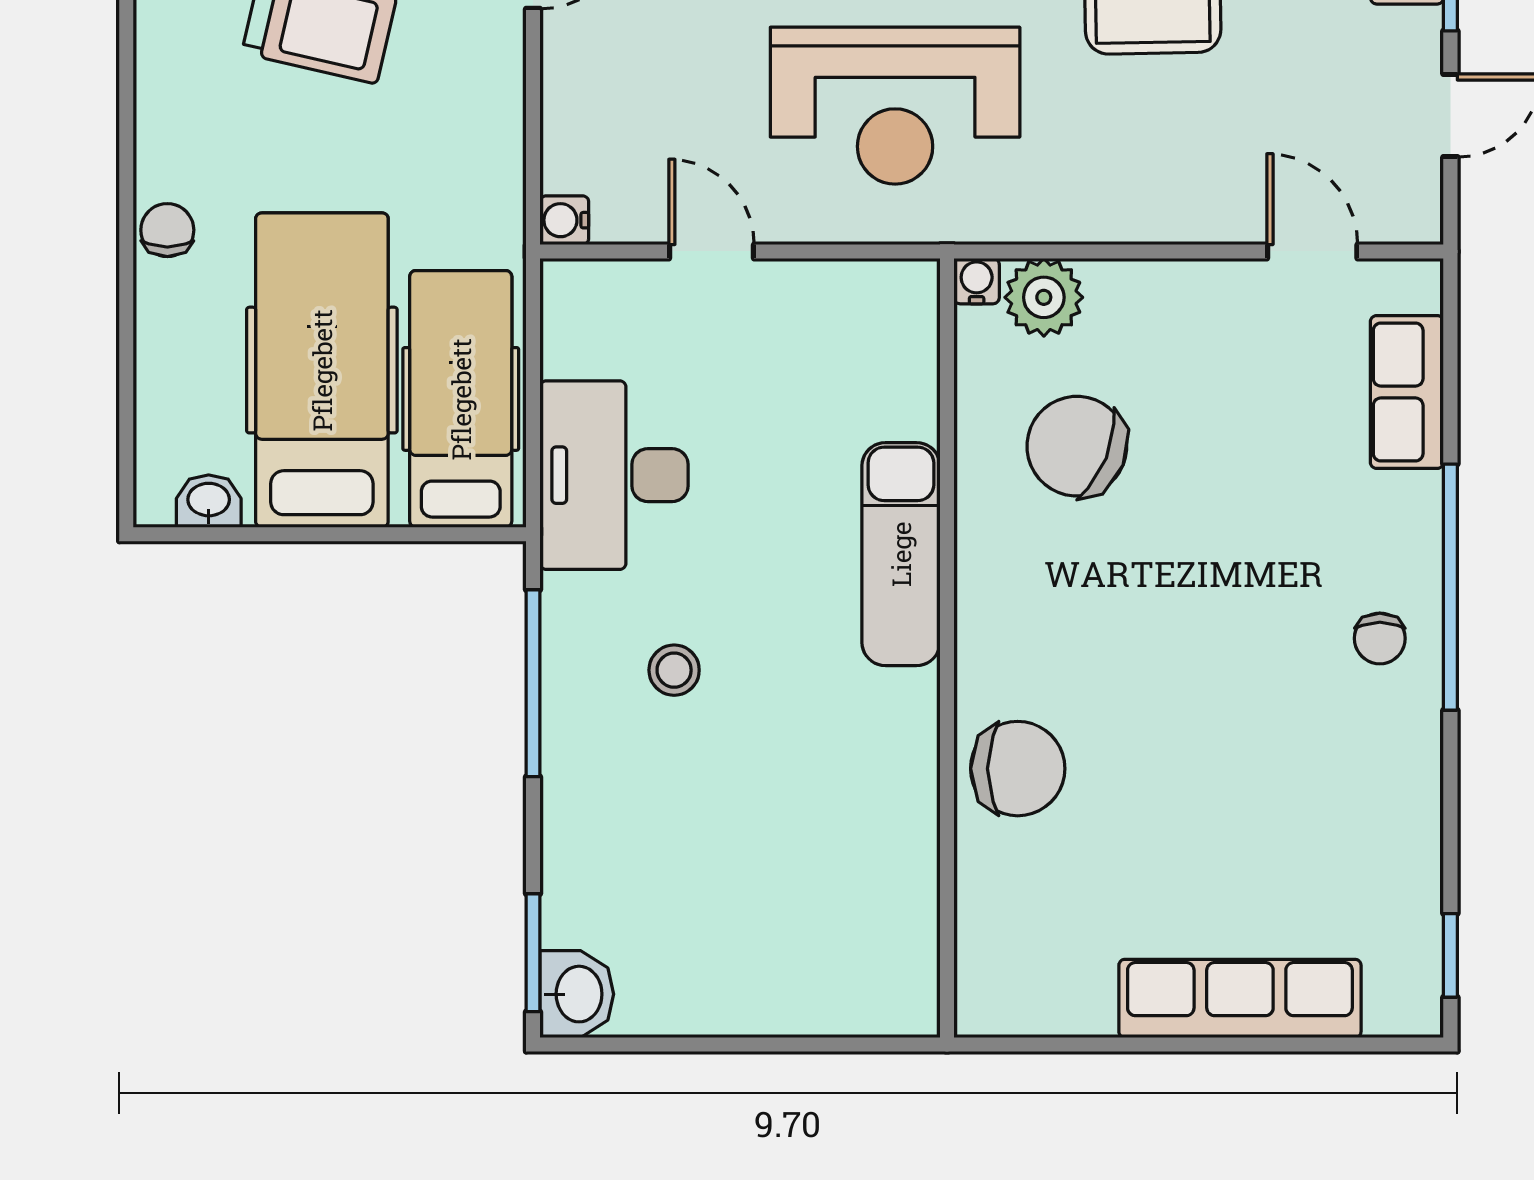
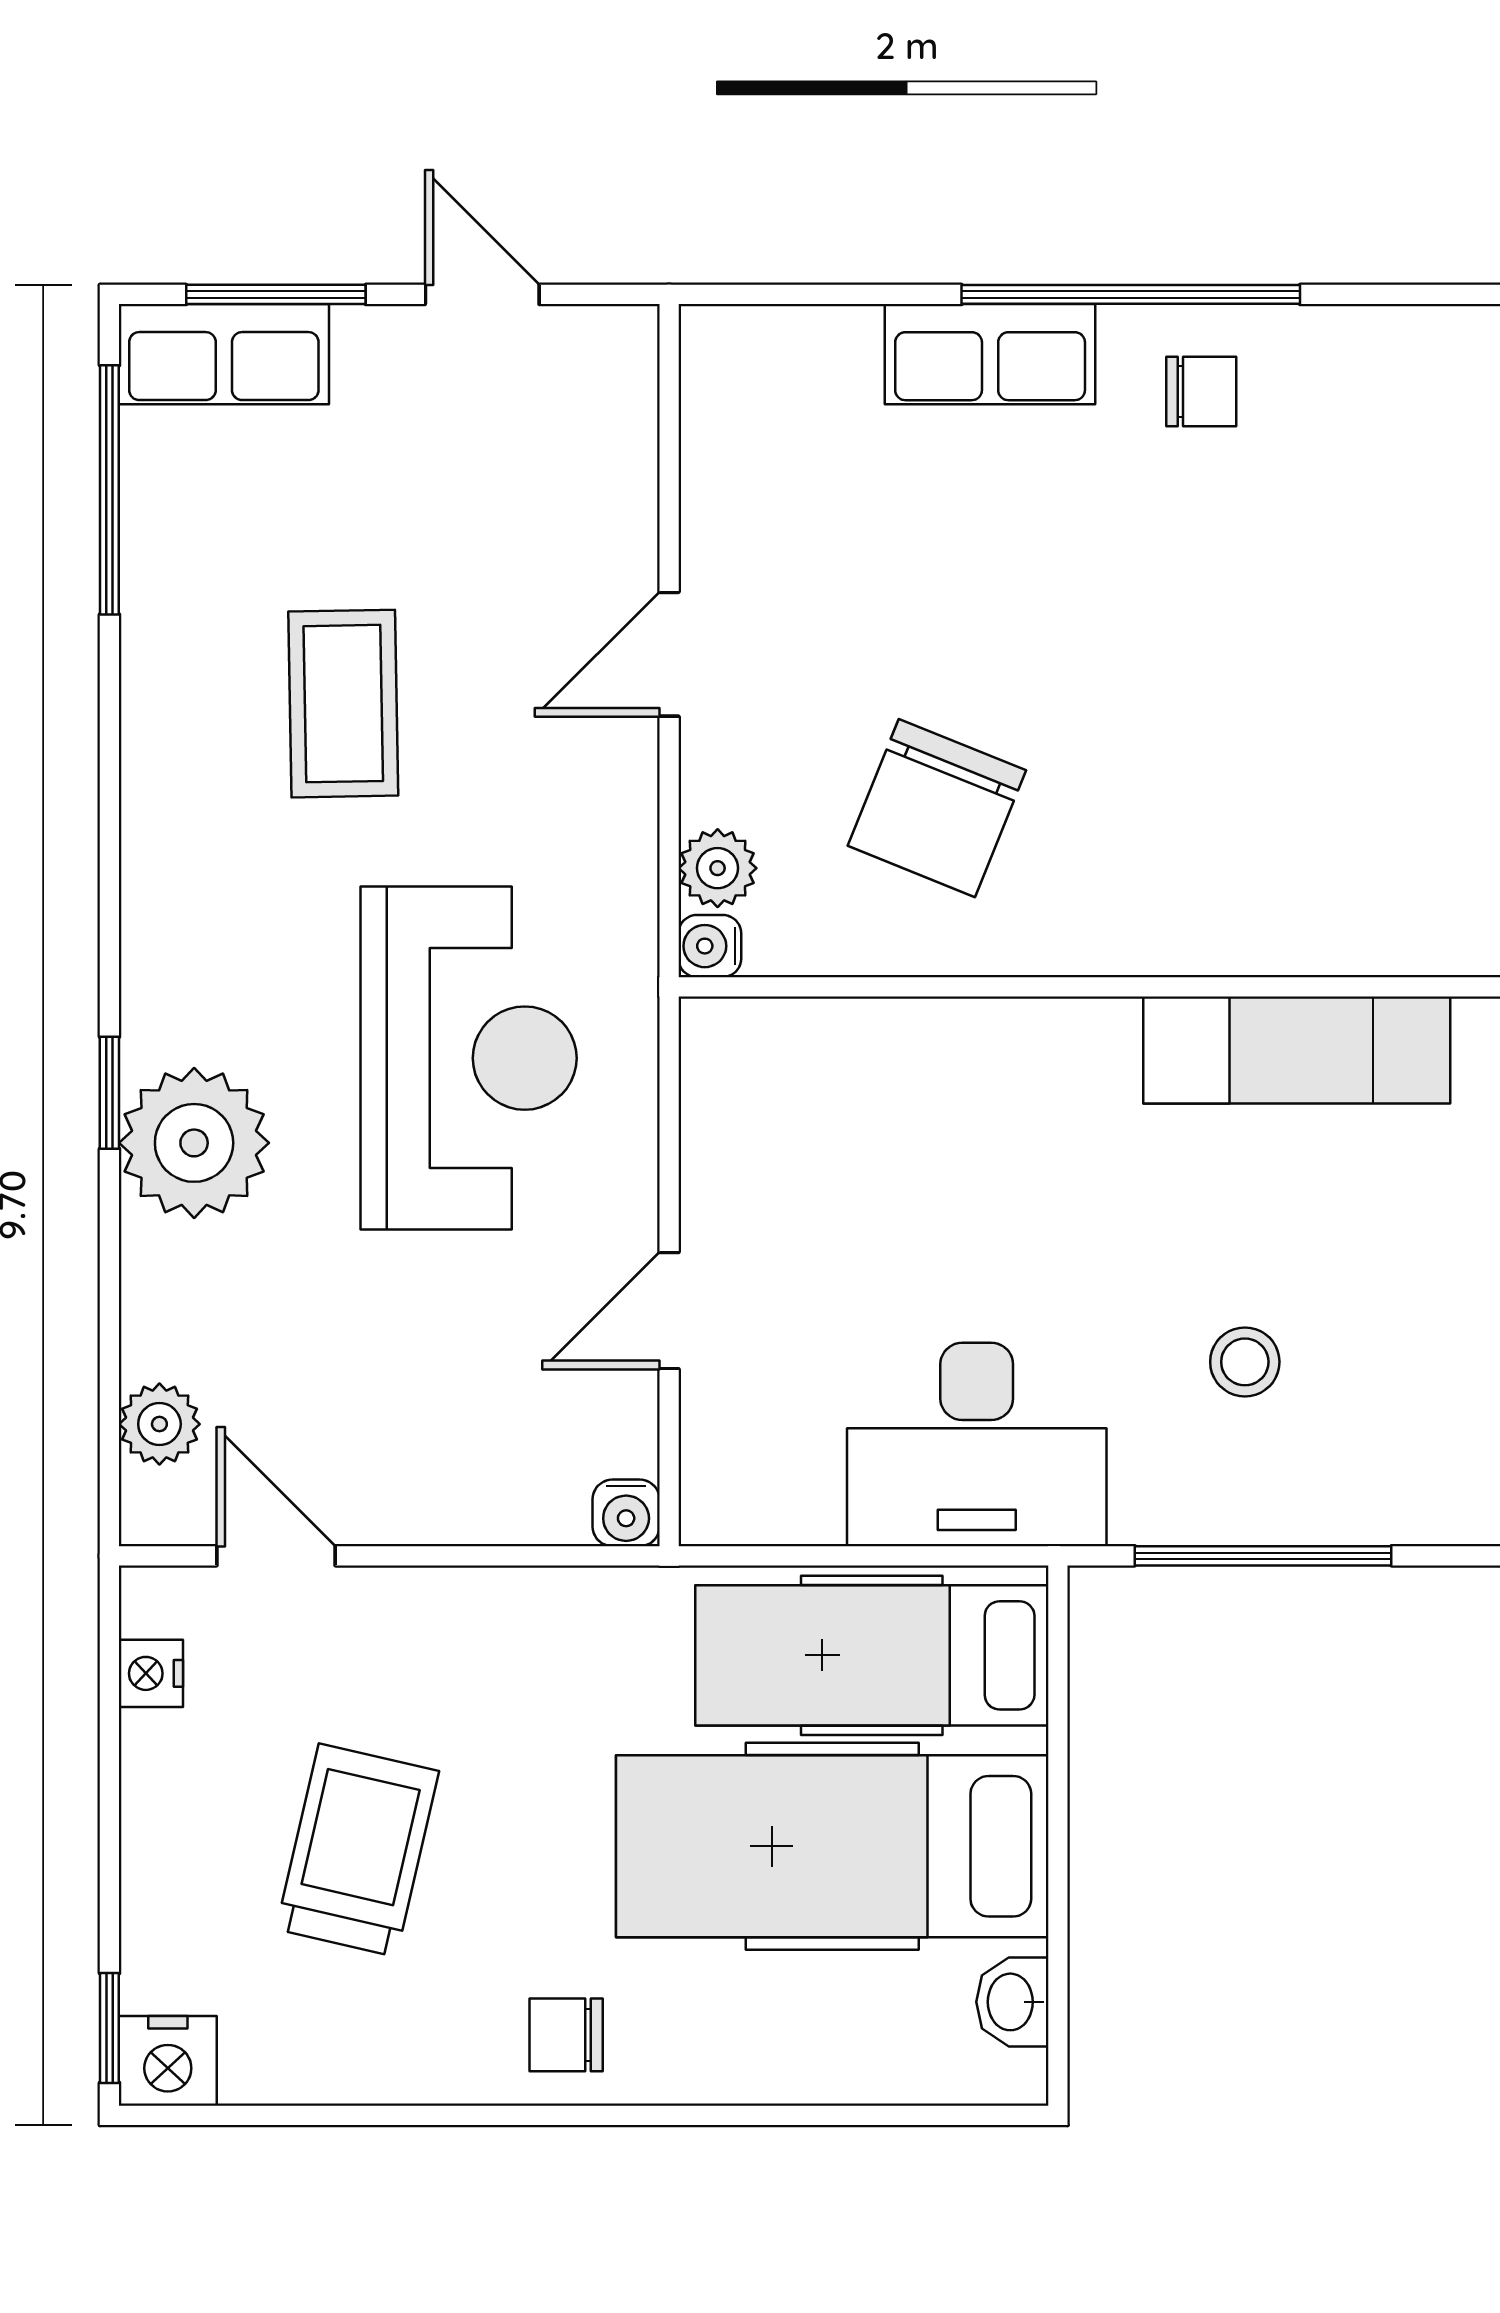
chair: (167, 230) -> (566, 2035), moved
door: (1312, 251) -> (669, 654), moved
plant: (1044, 297) -> (718, 868), width x0.73, depth x0.73
row of seats: (1407, 392) -> (990, 354), moved
exam couch: (901, 554) -> (1297, 1050), moved
chair: (1018, 769) -> (1380, 889), removed

